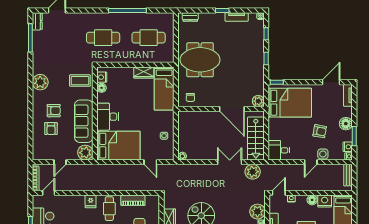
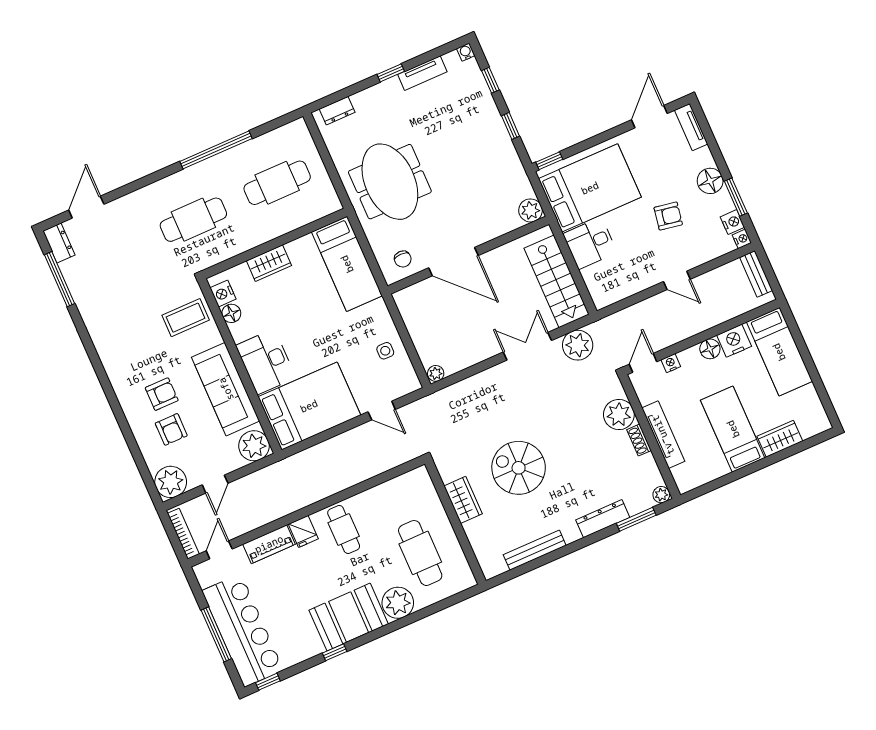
meeting table: (200, 60) -> (390, 182), turned 90
wardrobe: (144, 73) -> (269, 263), moved
plant: (40, 82) -> (171, 482), moved
door: (232, 109) -> (453, 262), moved
desk: (279, 150) -> (590, 243), moved
side table: (323, 154) -> (693, 255), removed
door: (311, 162) -> (677, 280), hinge flipped
piano: (133, 200) -> (269, 544), moved

